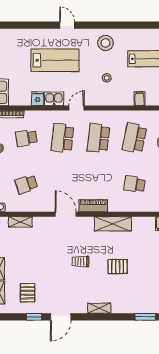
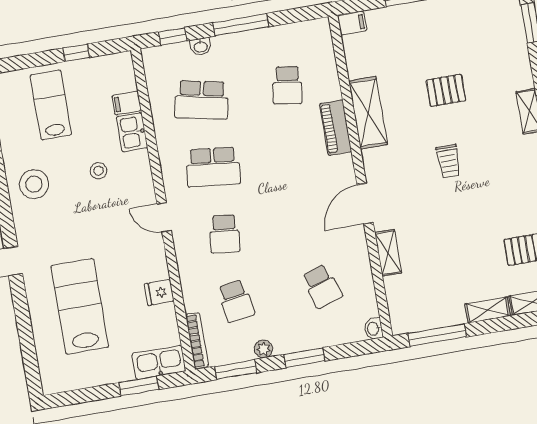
lab bench: (55, 60) -> (80, 306), moved
kitchen sink: (54, 99) -> (132, 132), moved
school desk: (62, 138) -> (224, 234), width x0.54
piano: (93, 206) -> (336, 128), moved
shelving: (20, 222) -> (388, 253), moved
pallet: (118, 267) -> (446, 90), turned 90

